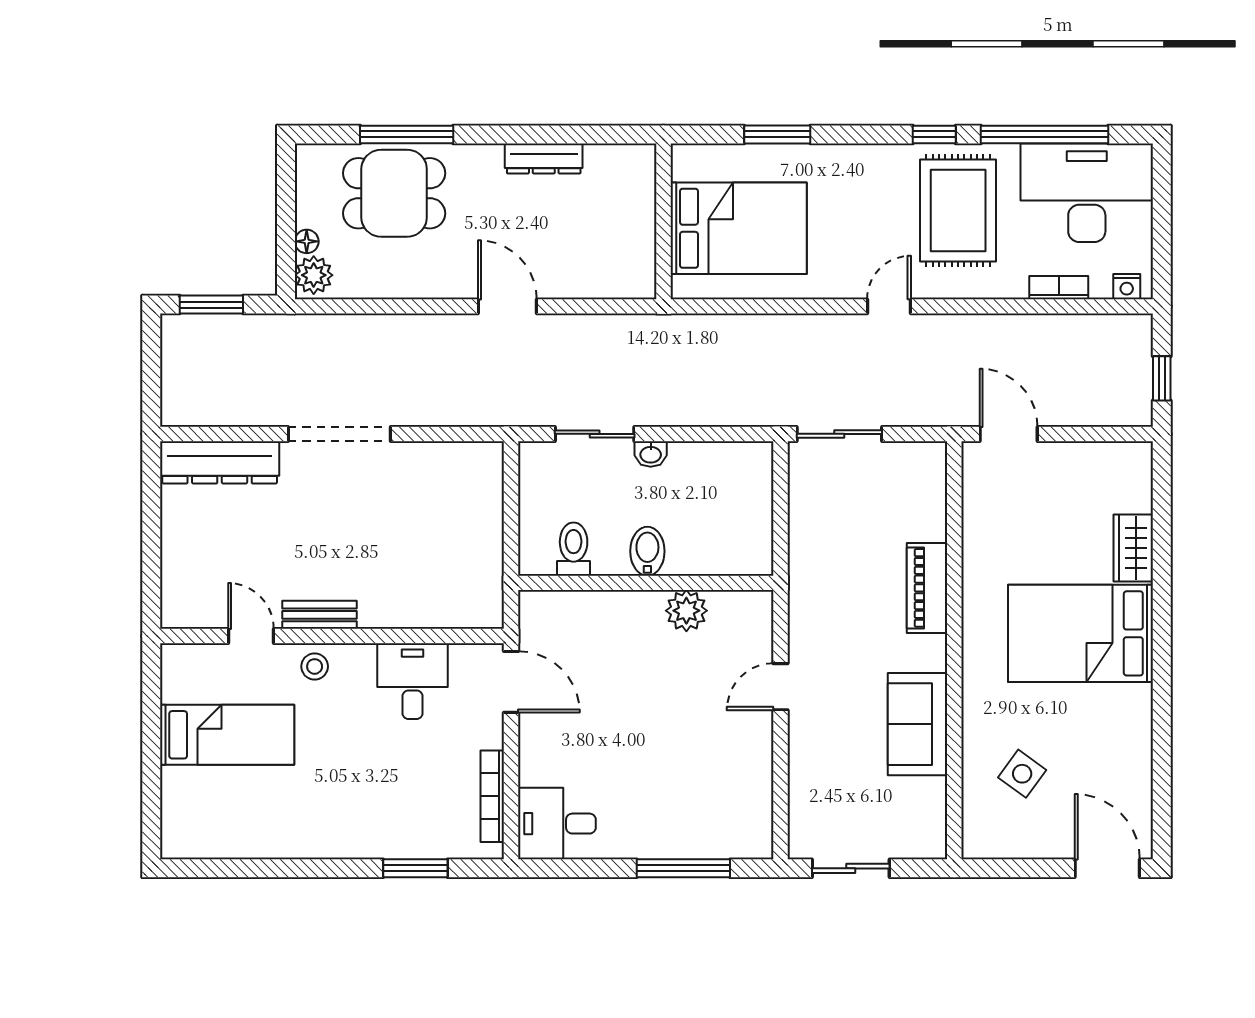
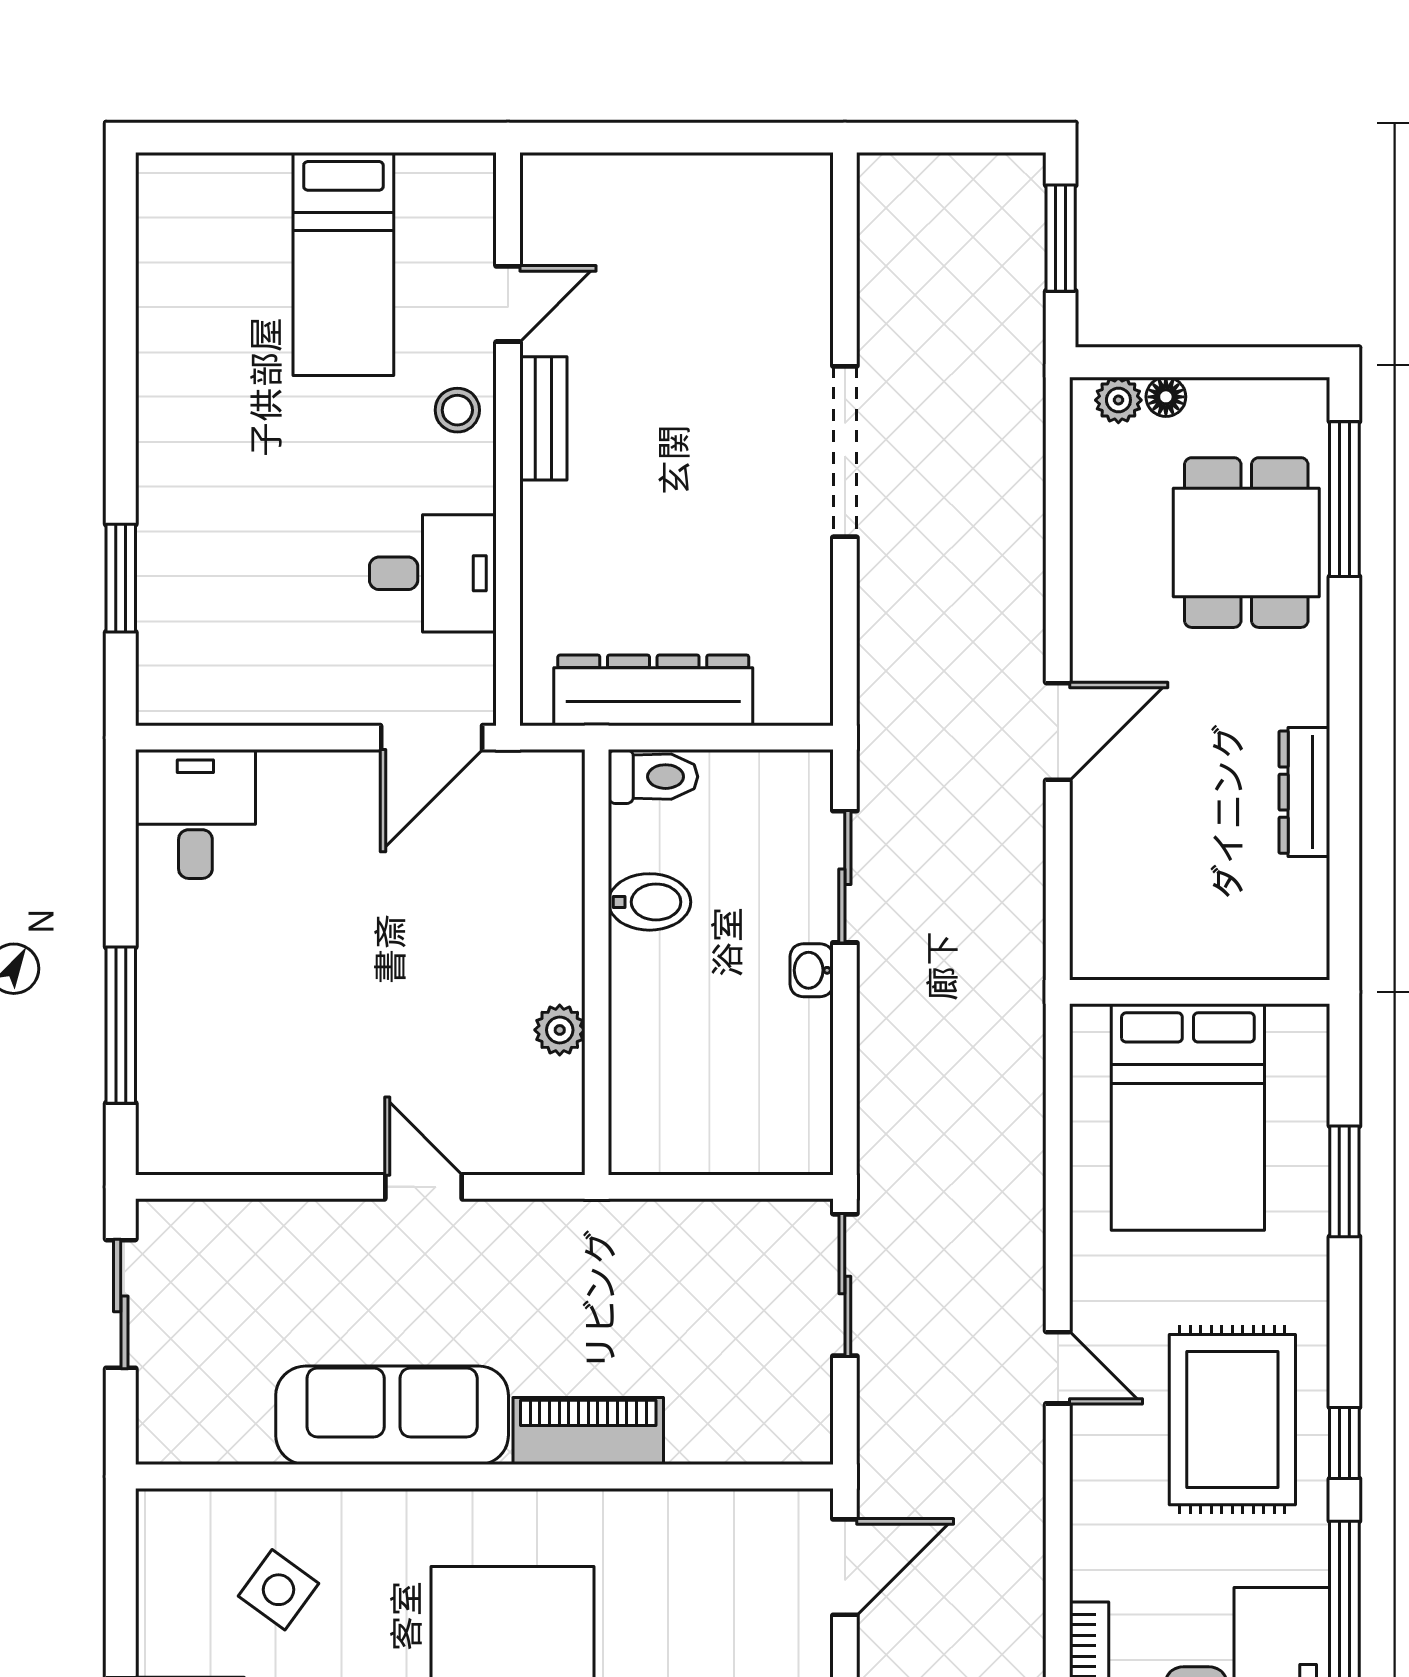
window: (407, 134) -> (1344, 499), moved
rug: (958, 210) -> (1232, 1420), moved, turned 90
plant: (314, 275) -> (1118, 400), width x0.73, depth x0.73
dresser: (220, 462) -> (653, 690), moved, turned 90
toilet: (574, 549) -> (653, 777), moved
bidet: (647, 551) -> (650, 902), moved
plant: (686, 611) -> (560, 1030), width x0.73, depth x0.73
sofa: (918, 724) -> (392, 1415), width x1.36
bookcase: (492, 796) -> (241, 706), removed

